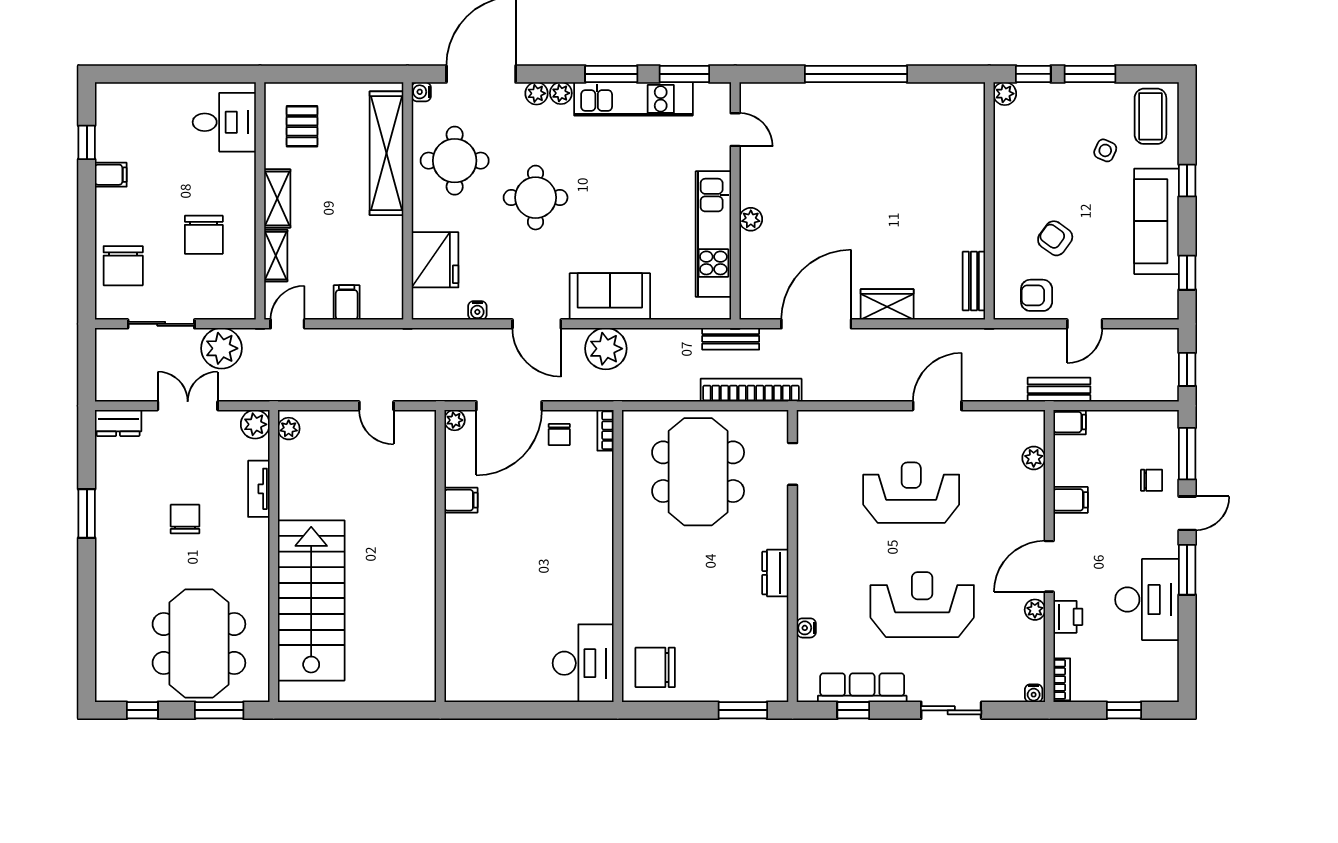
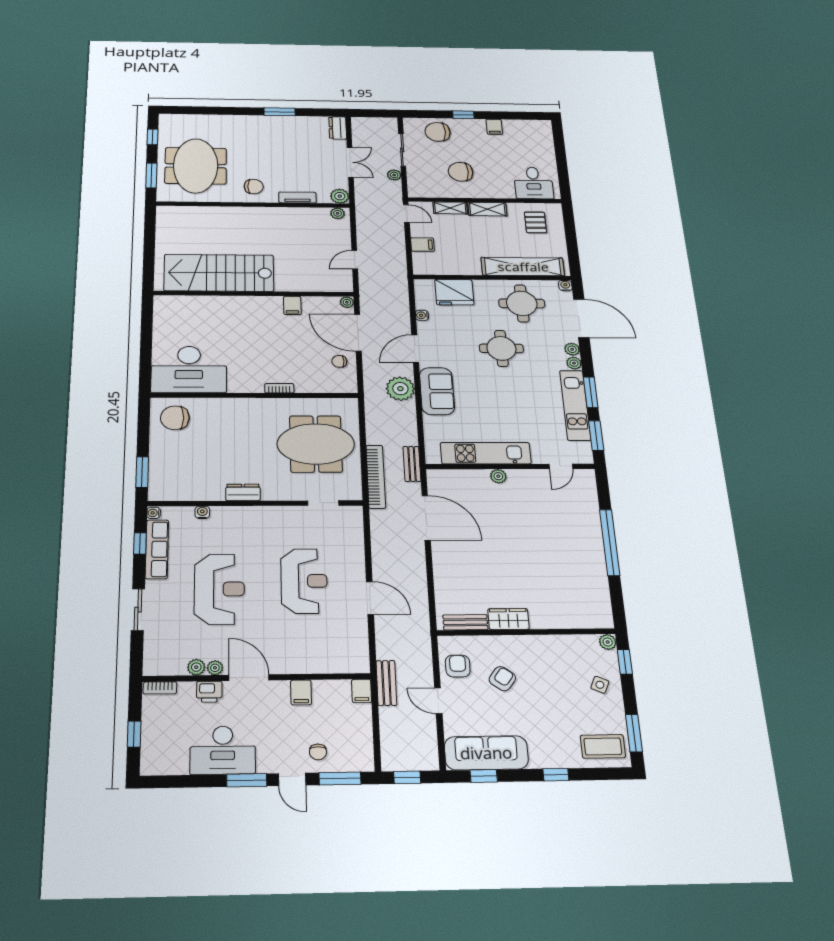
window: (1090, 74) -> (634, 733), moved
pallet: (302, 126) -> (535, 222), turned 90
window: (87, 142) -> (463, 115), moved
side table: (1105, 150) -> (600, 685), moved
sofa: (1157, 221) -> (486, 753), moved
wardrobe: (887, 304) -> (508, 619), moved, turned -90
plant: (222, 348) -> (394, 175), width x0.53, depth x0.53
bookcase: (605, 430) -> (279, 388), moved
plant: (1034, 458) -> (196, 667), moved
chair: (185, 519) -> (254, 187), moved
stairs: (311, 600) -> (219, 273), moved, turned 180
meeting table: (199, 643) -> (196, 166), turned 90
desk: (583, 663) -> (189, 369), width x1.36, depth x1.30
chair: (655, 667) -> (175, 418), turned -90
water cooler: (1034, 693) -> (154, 513), moved

